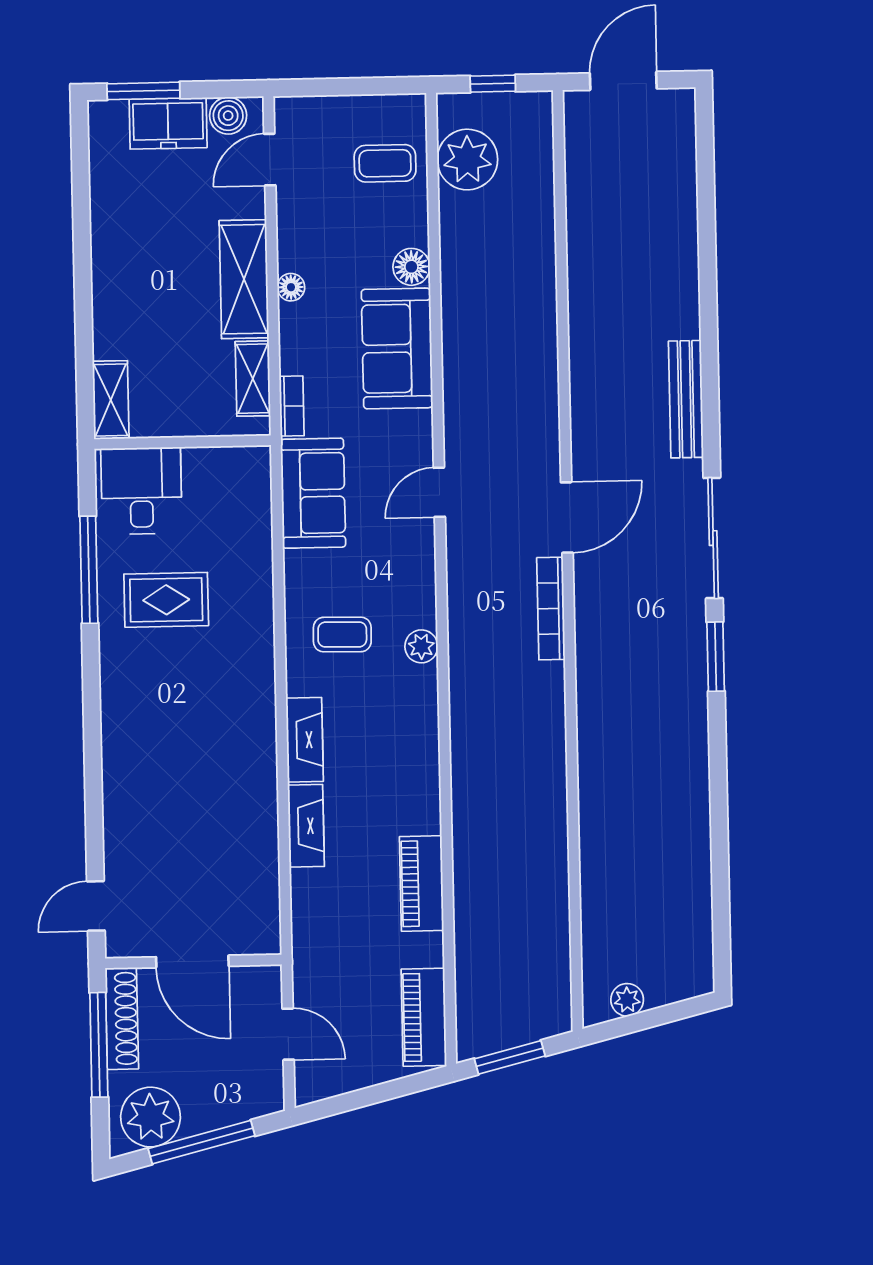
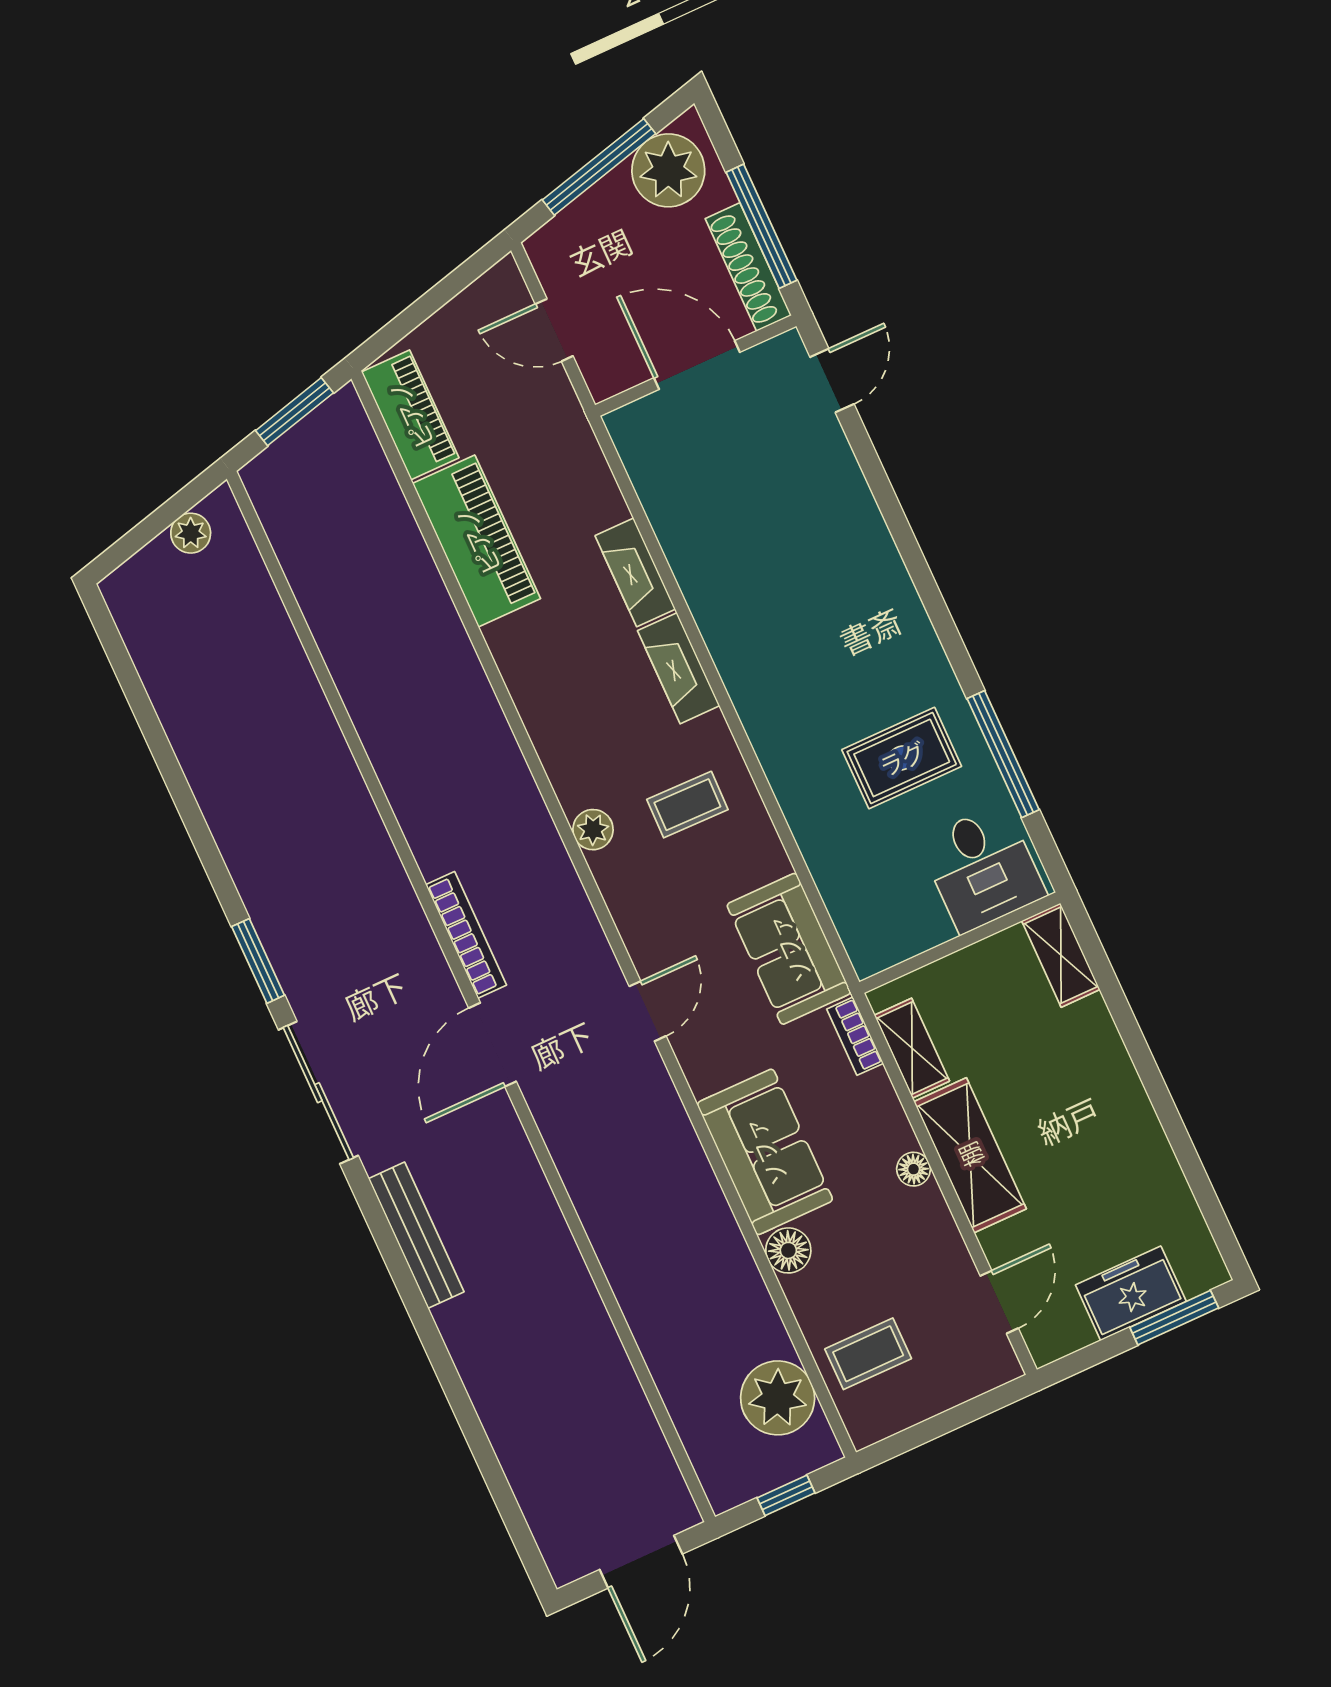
boiler: (228, 116) -> (1067, 1331), removed
piano: (422, 883) -> (477, 541), width x1.37, depth x1.33

